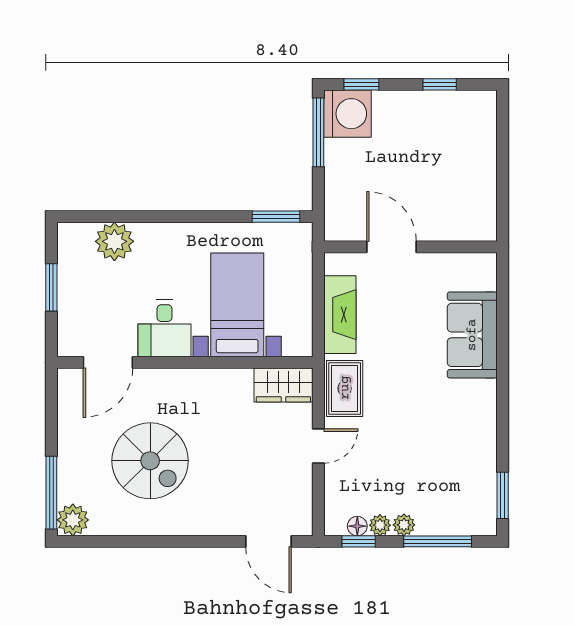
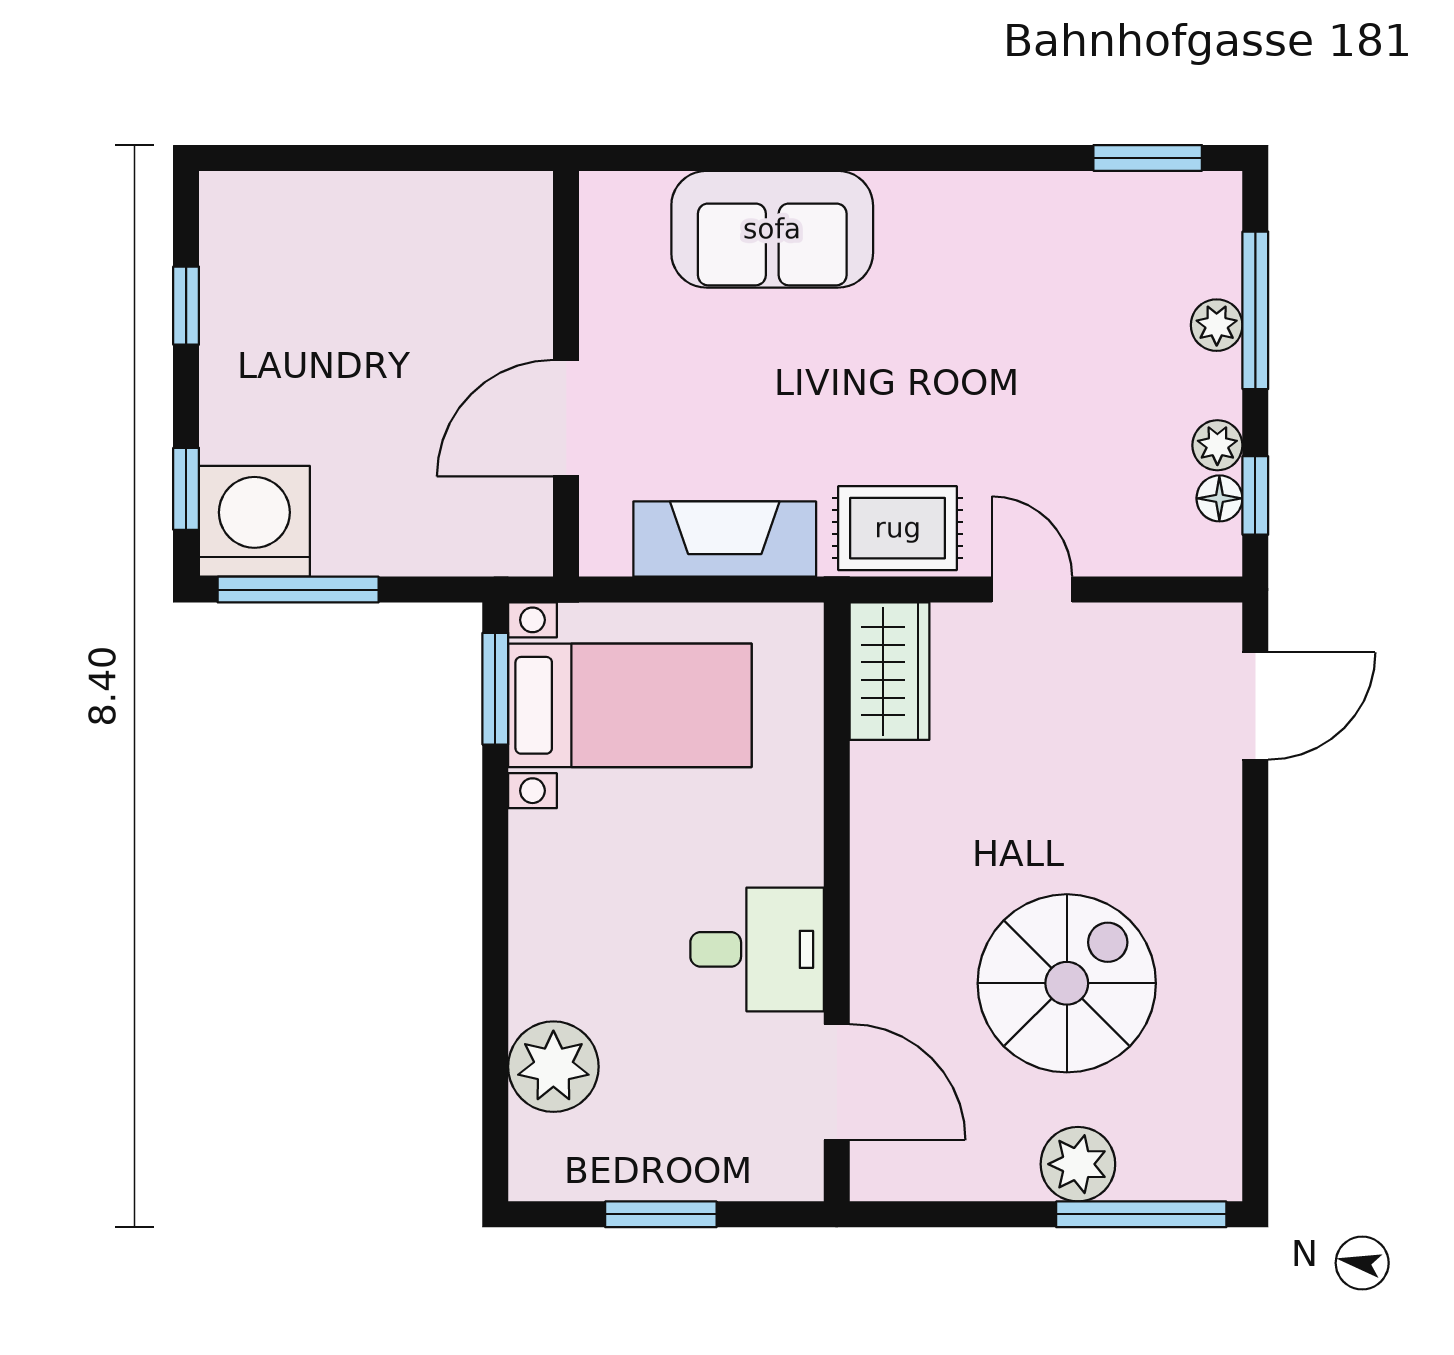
bed with nightstands: (237, 305) -> (630, 705), moved, turned 180
plant: (73, 520) -> (1078, 1164), moved
plant: (404, 525) -> (1217, 325), moved

